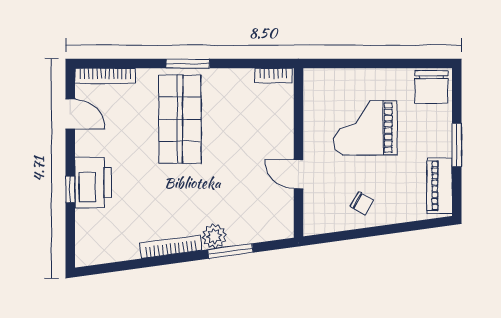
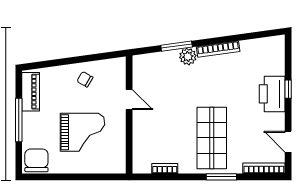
window: (188, 64) -> (221, 177), moved
bookcase: (273, 76) -> (165, 168), moved
window: (457, 145) -> (19, 120), width x1.44

